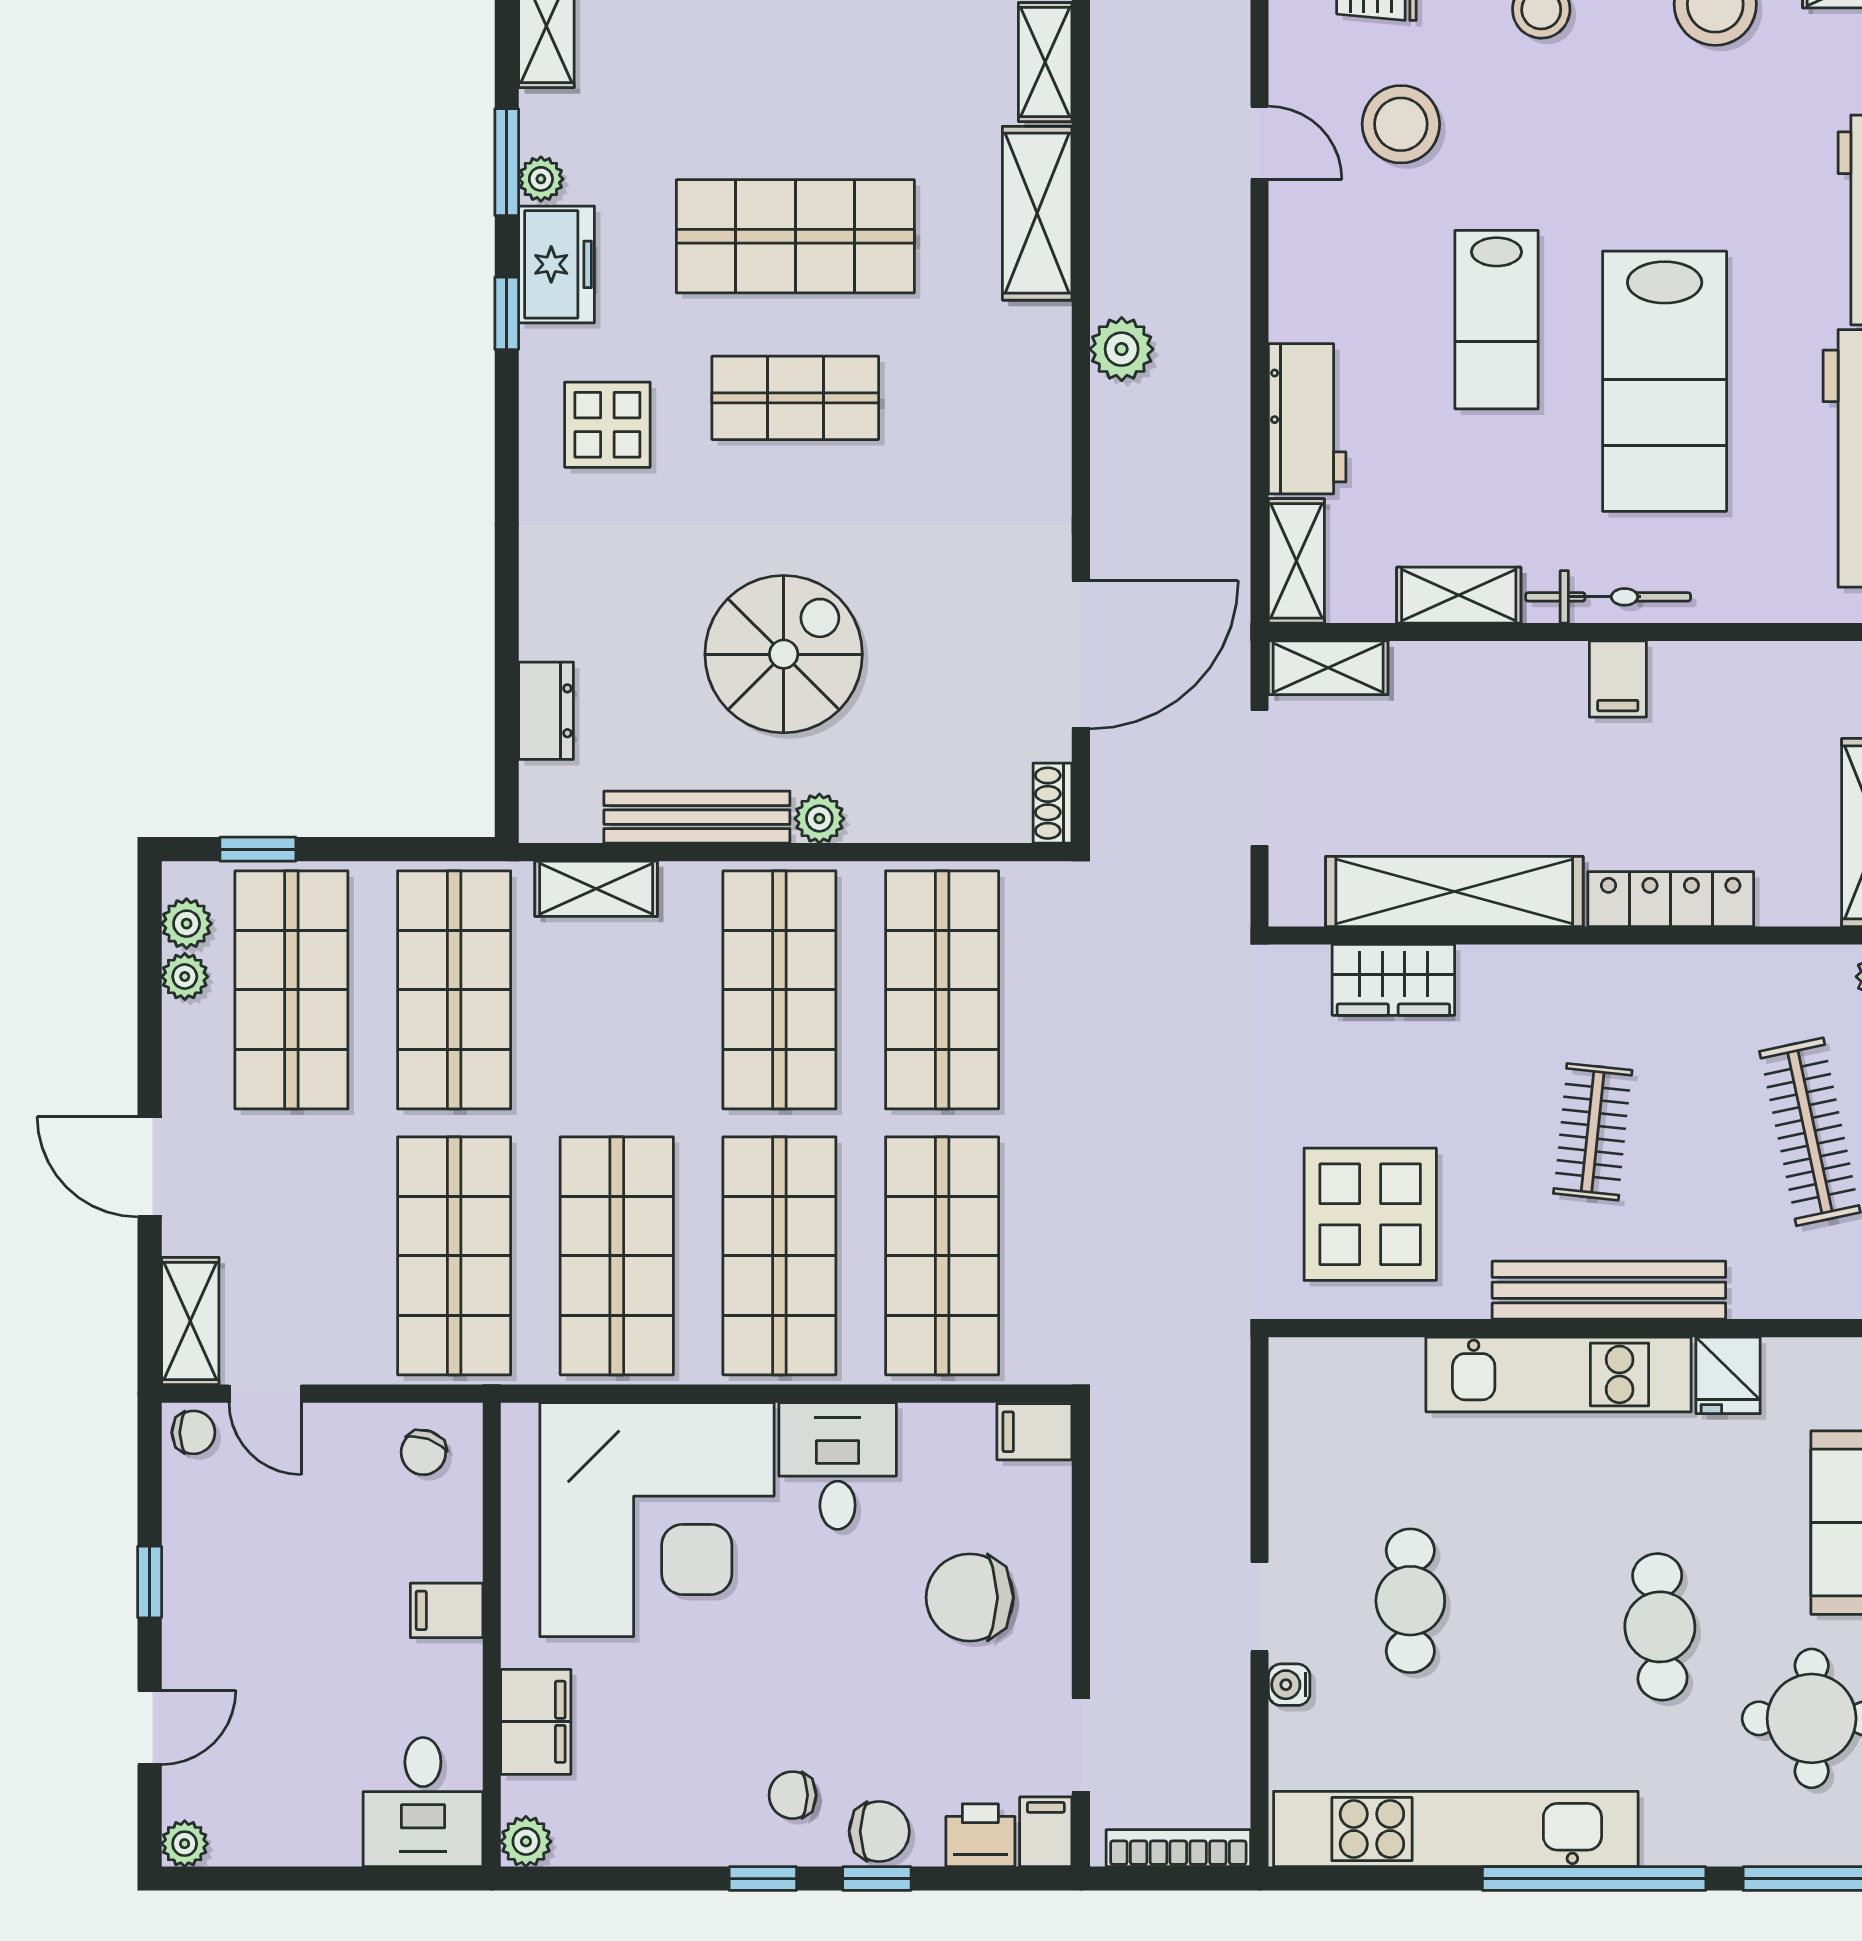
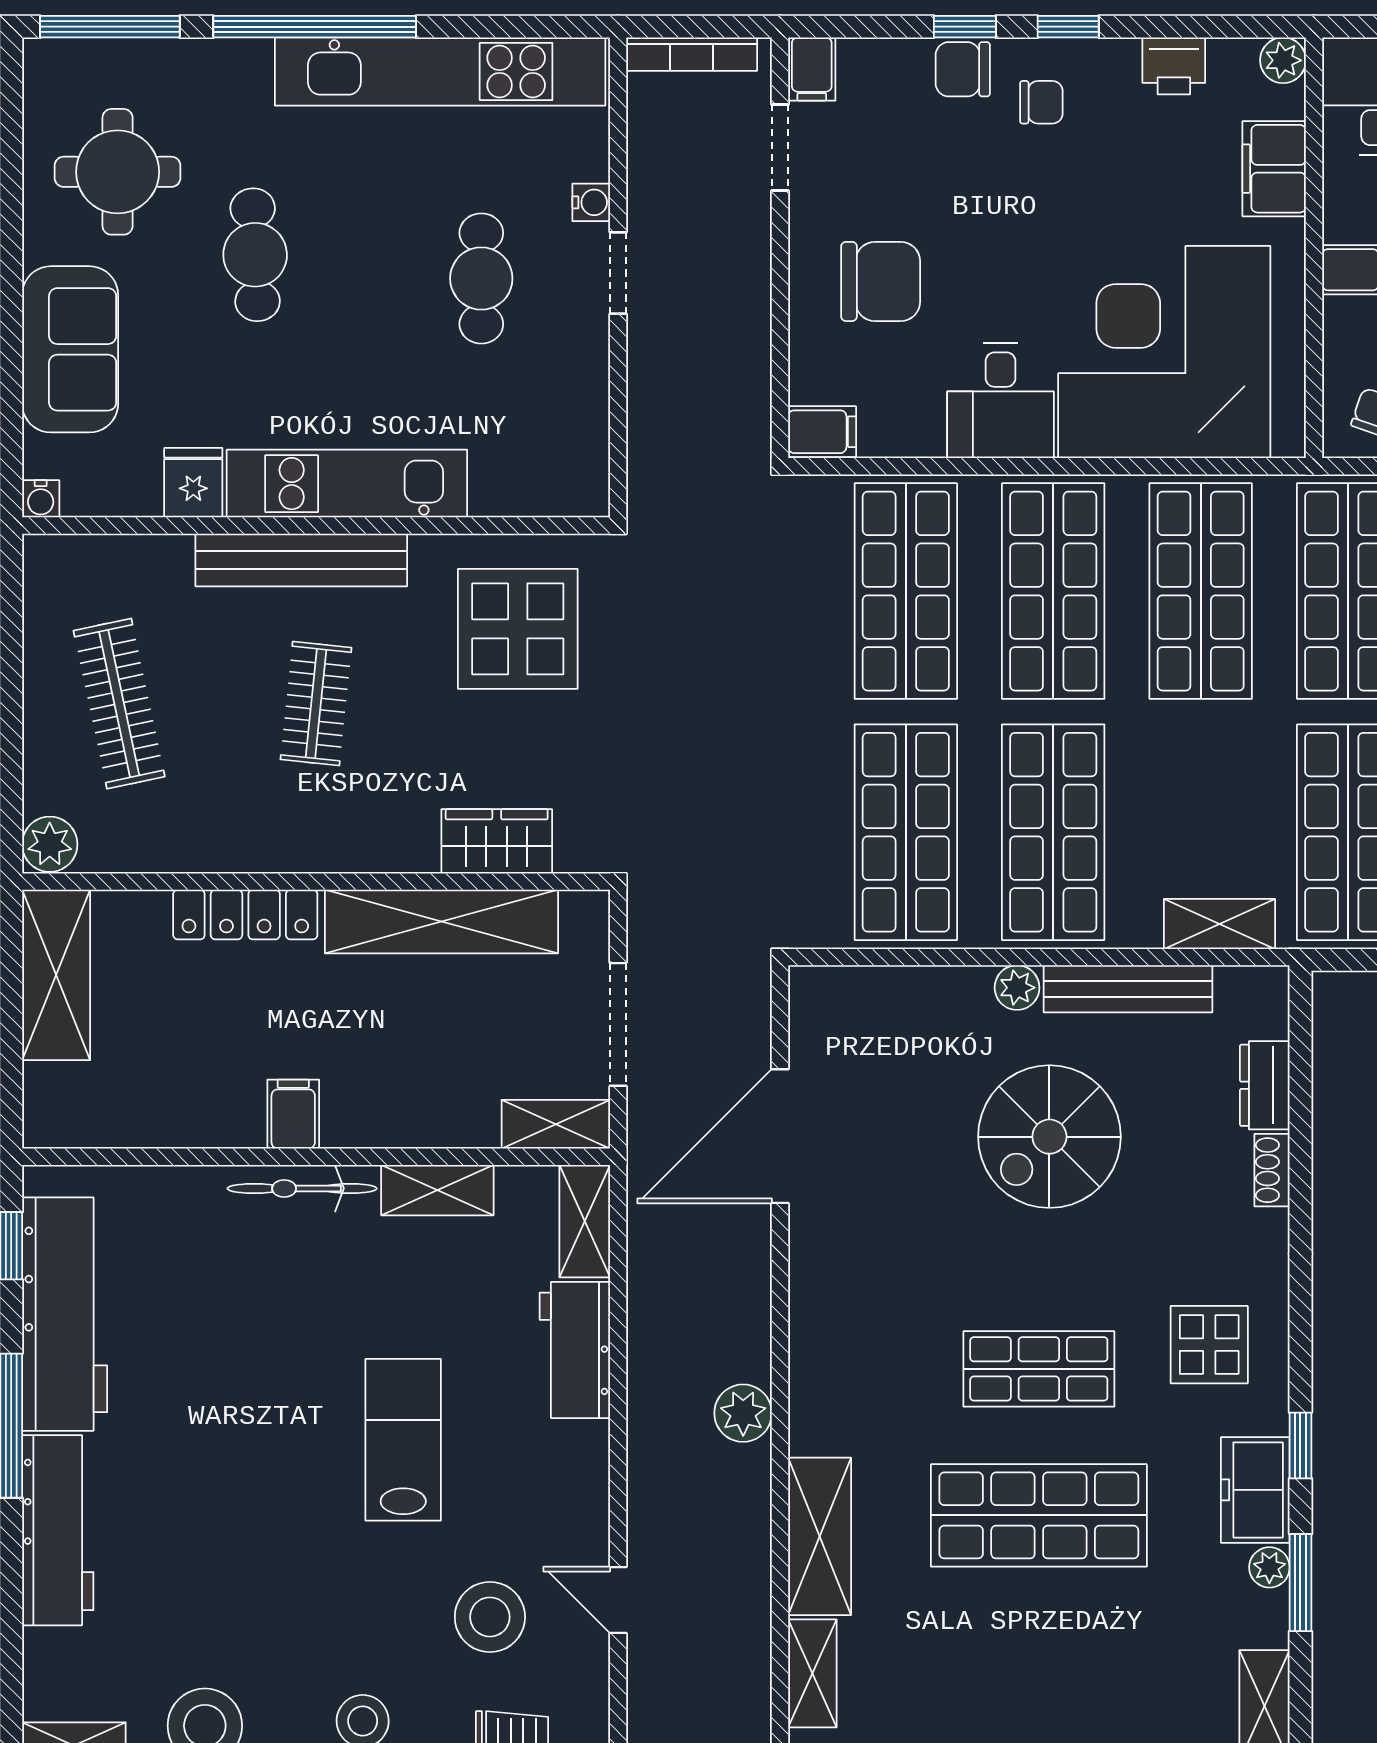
lab bench: (1665, 381) -> (251, 1384), removed
shoe rack: (1053, 803) -> (1272, 1170), moved, turned 180
printer: (980, 1835) -> (1174, 66), moved

